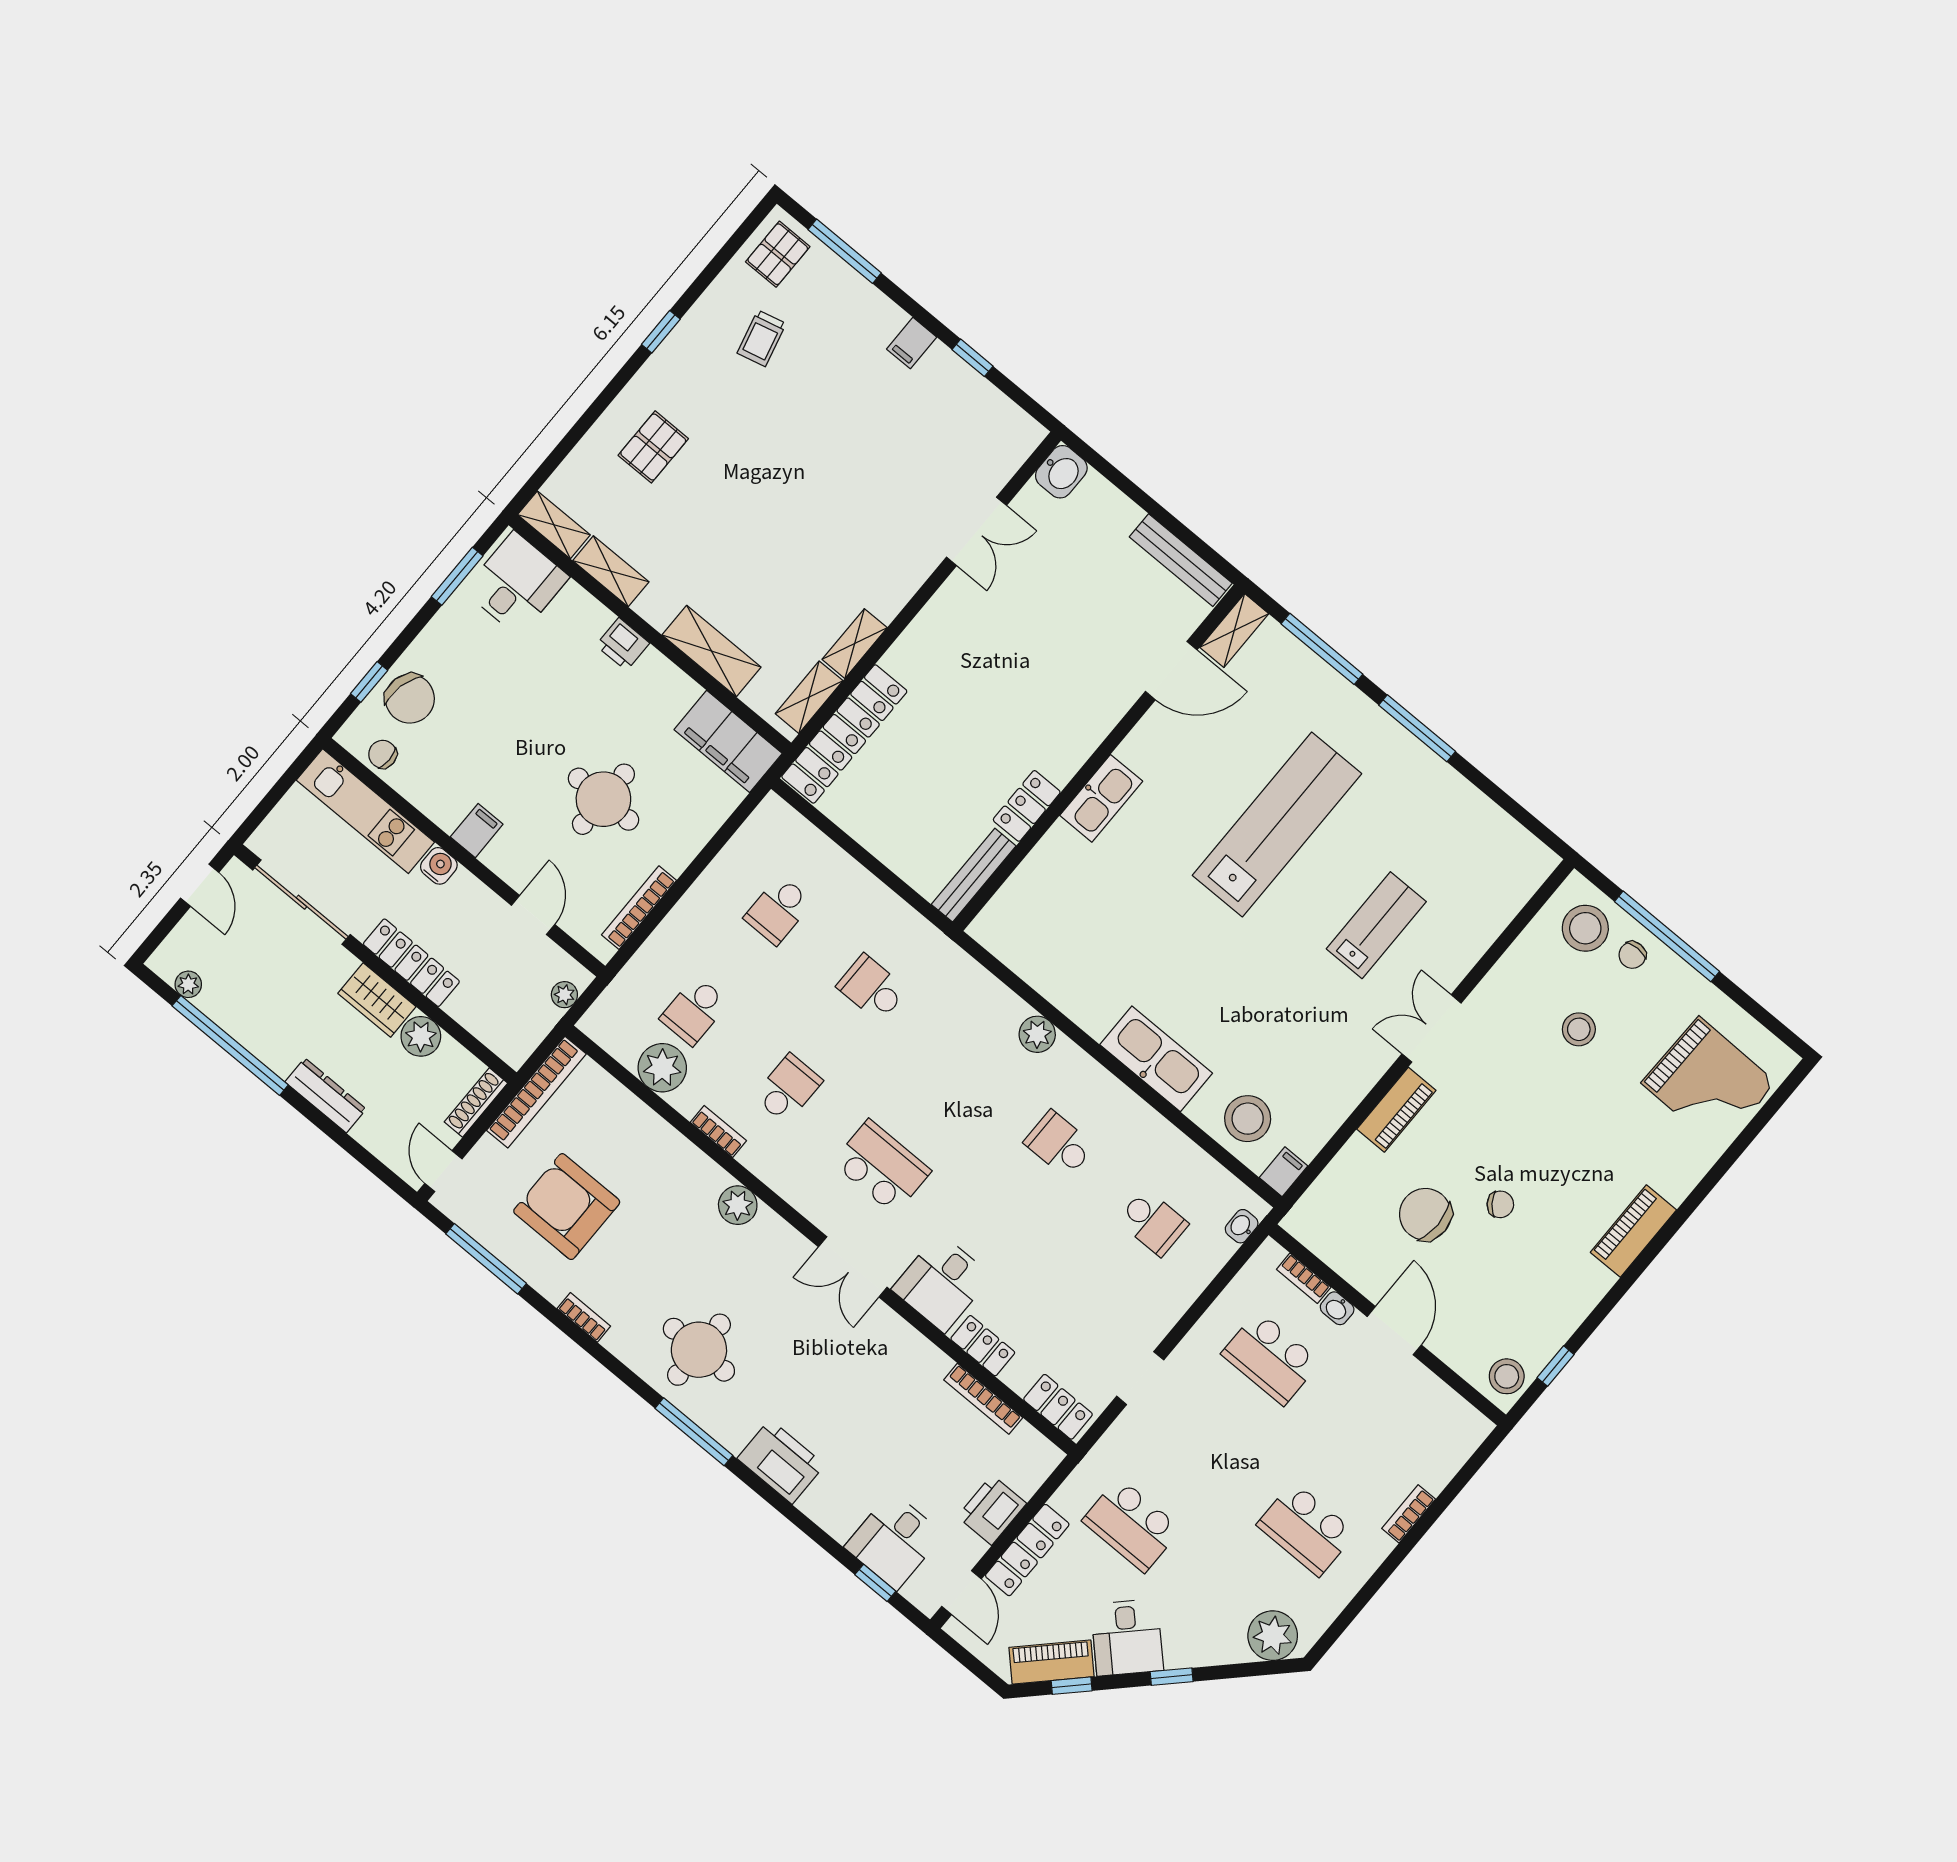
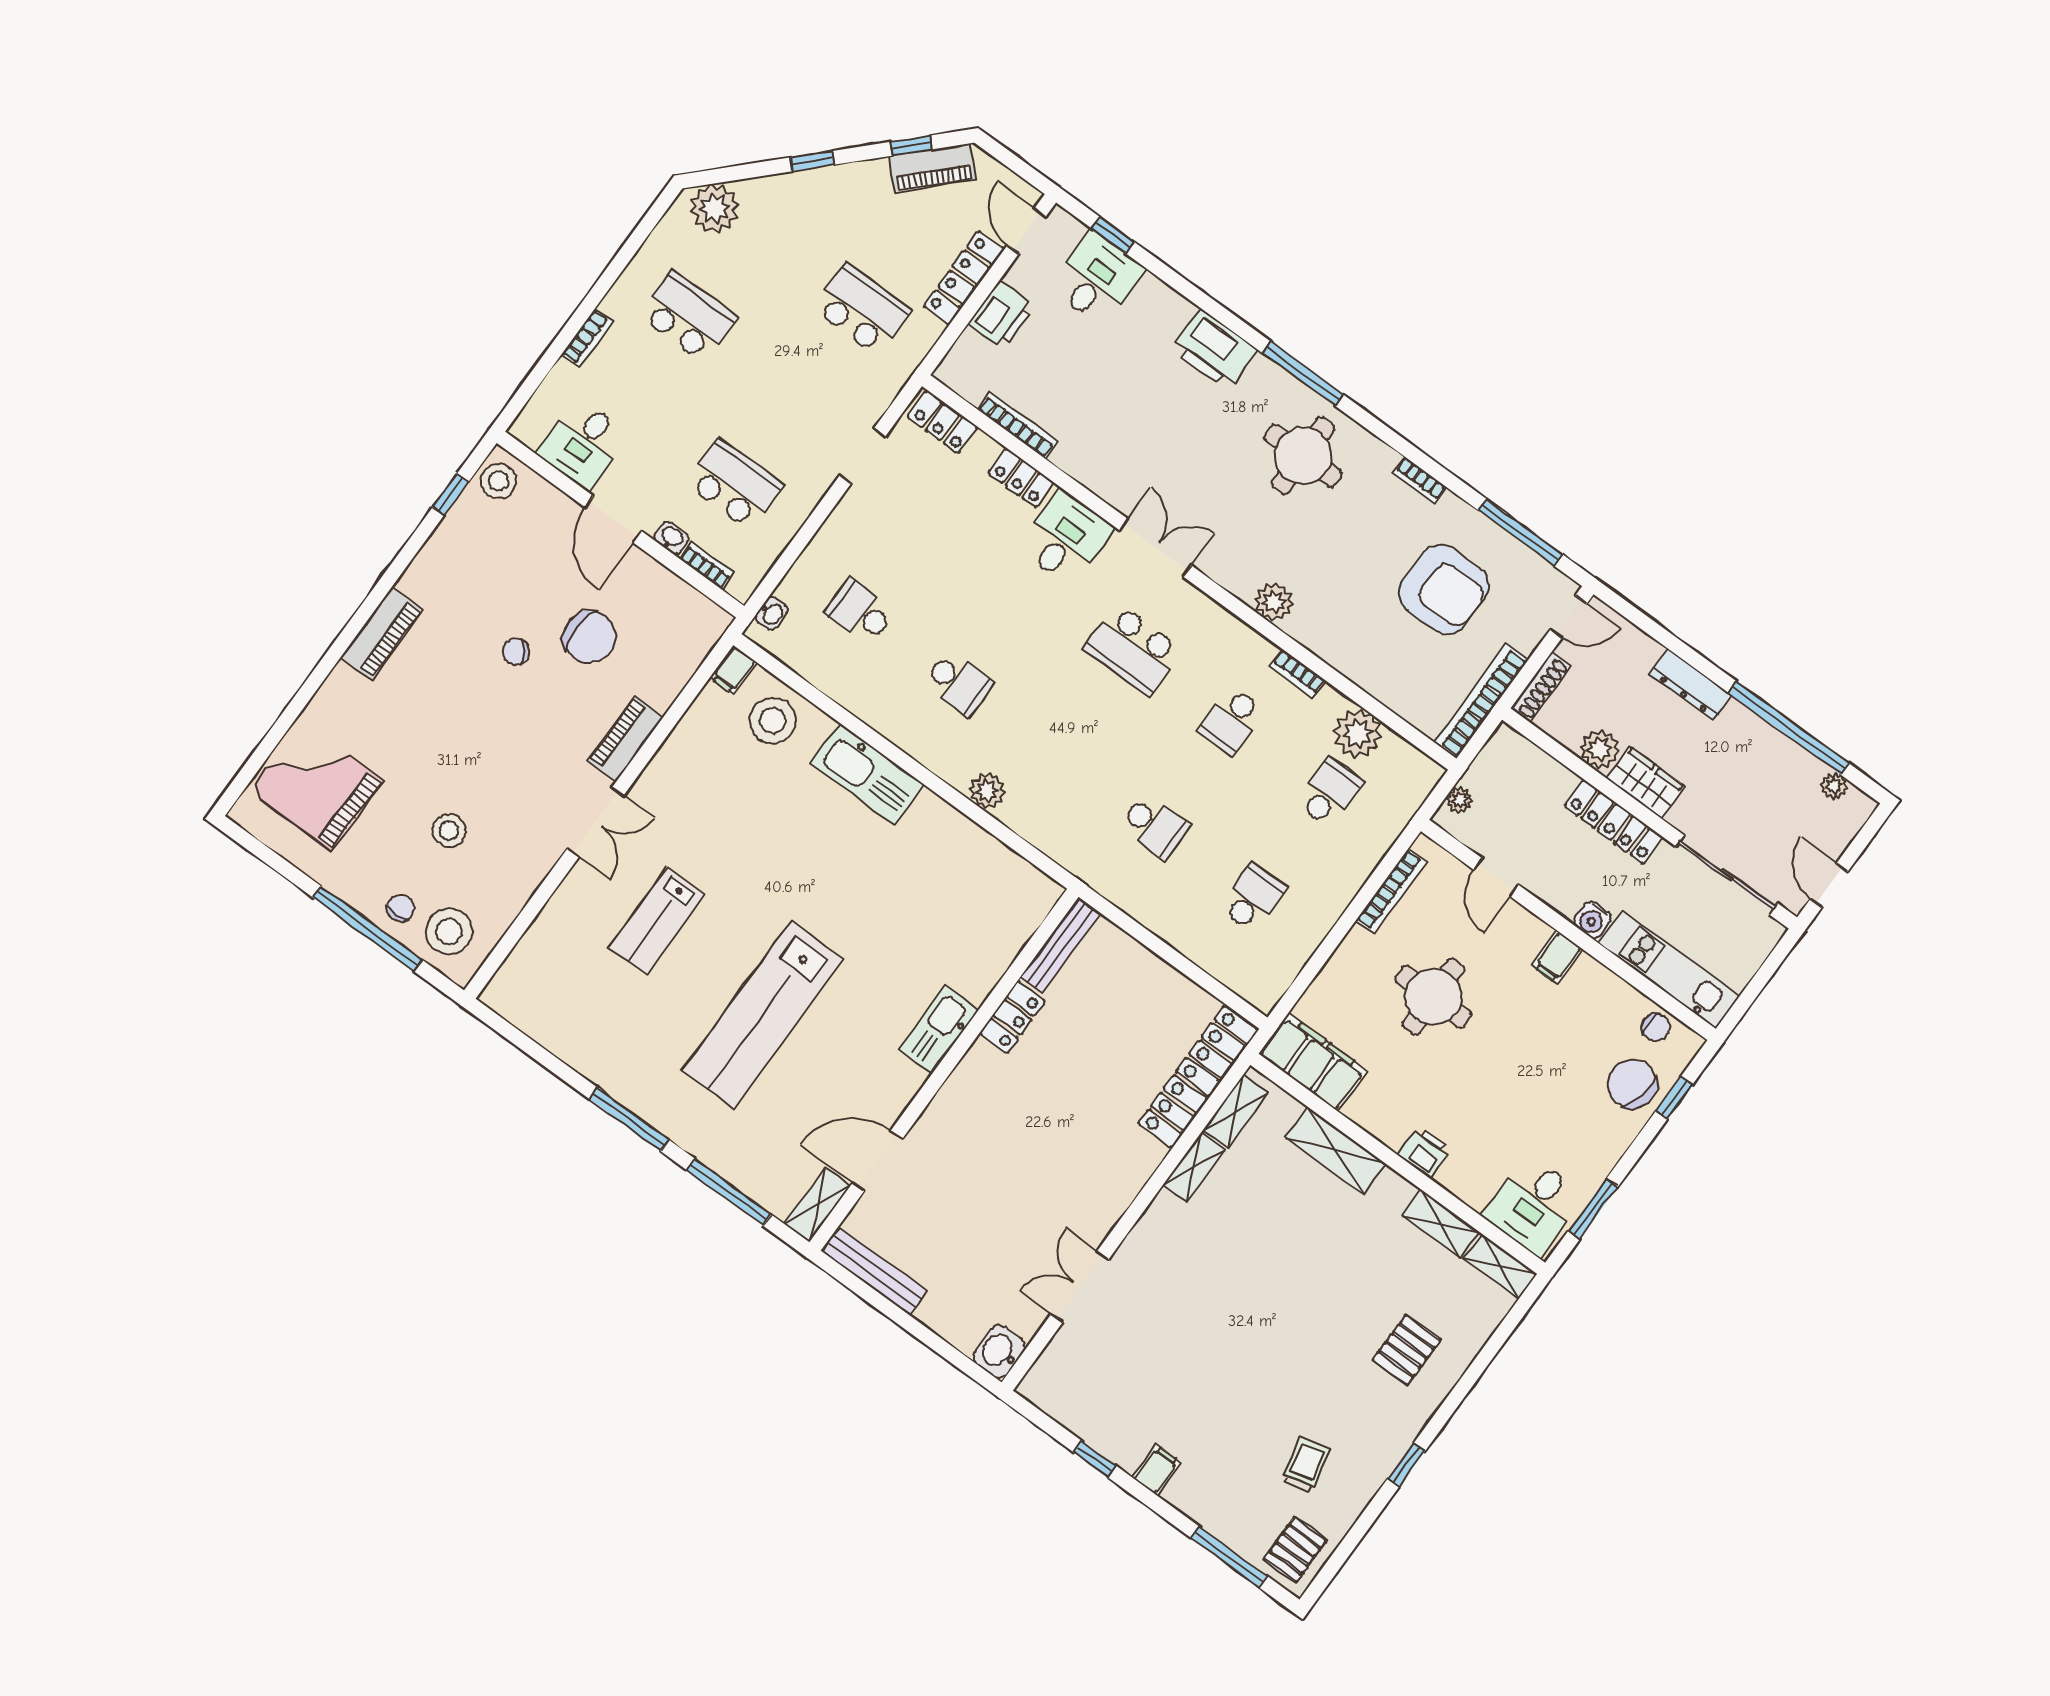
door: (443, 1171) -> (1569, 617), hinge flipped
desk: (1127, 1637) -> (583, 444), moved, turned -135

